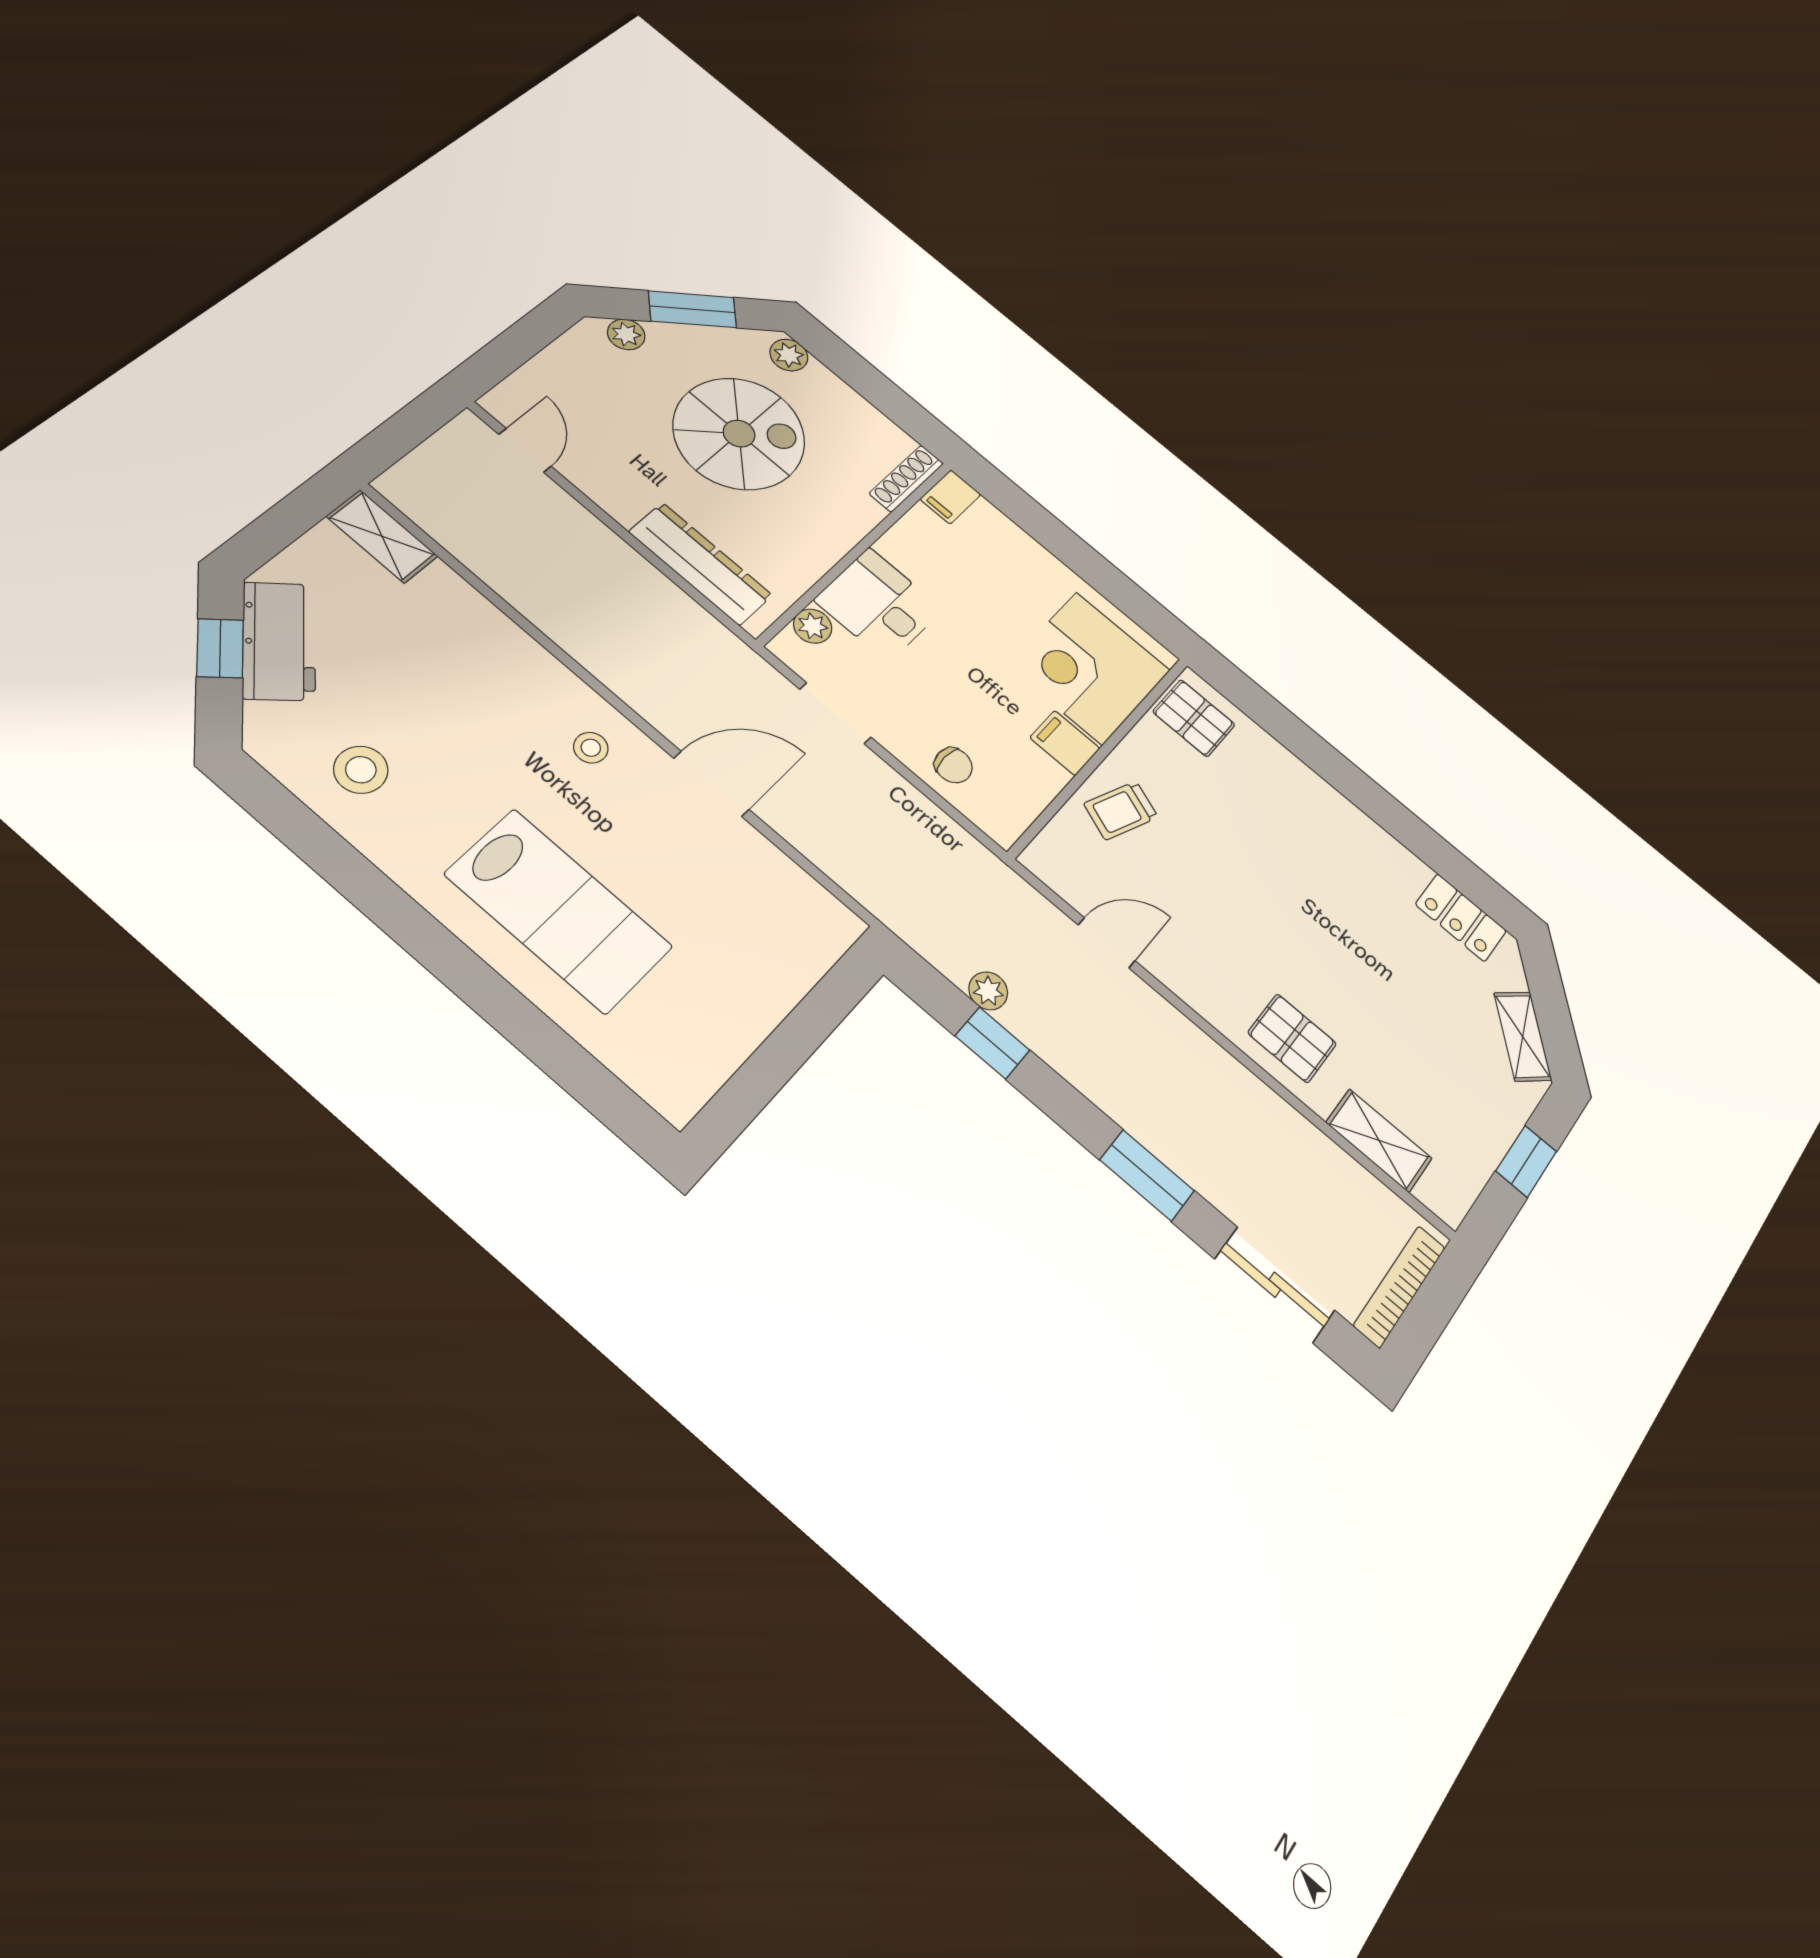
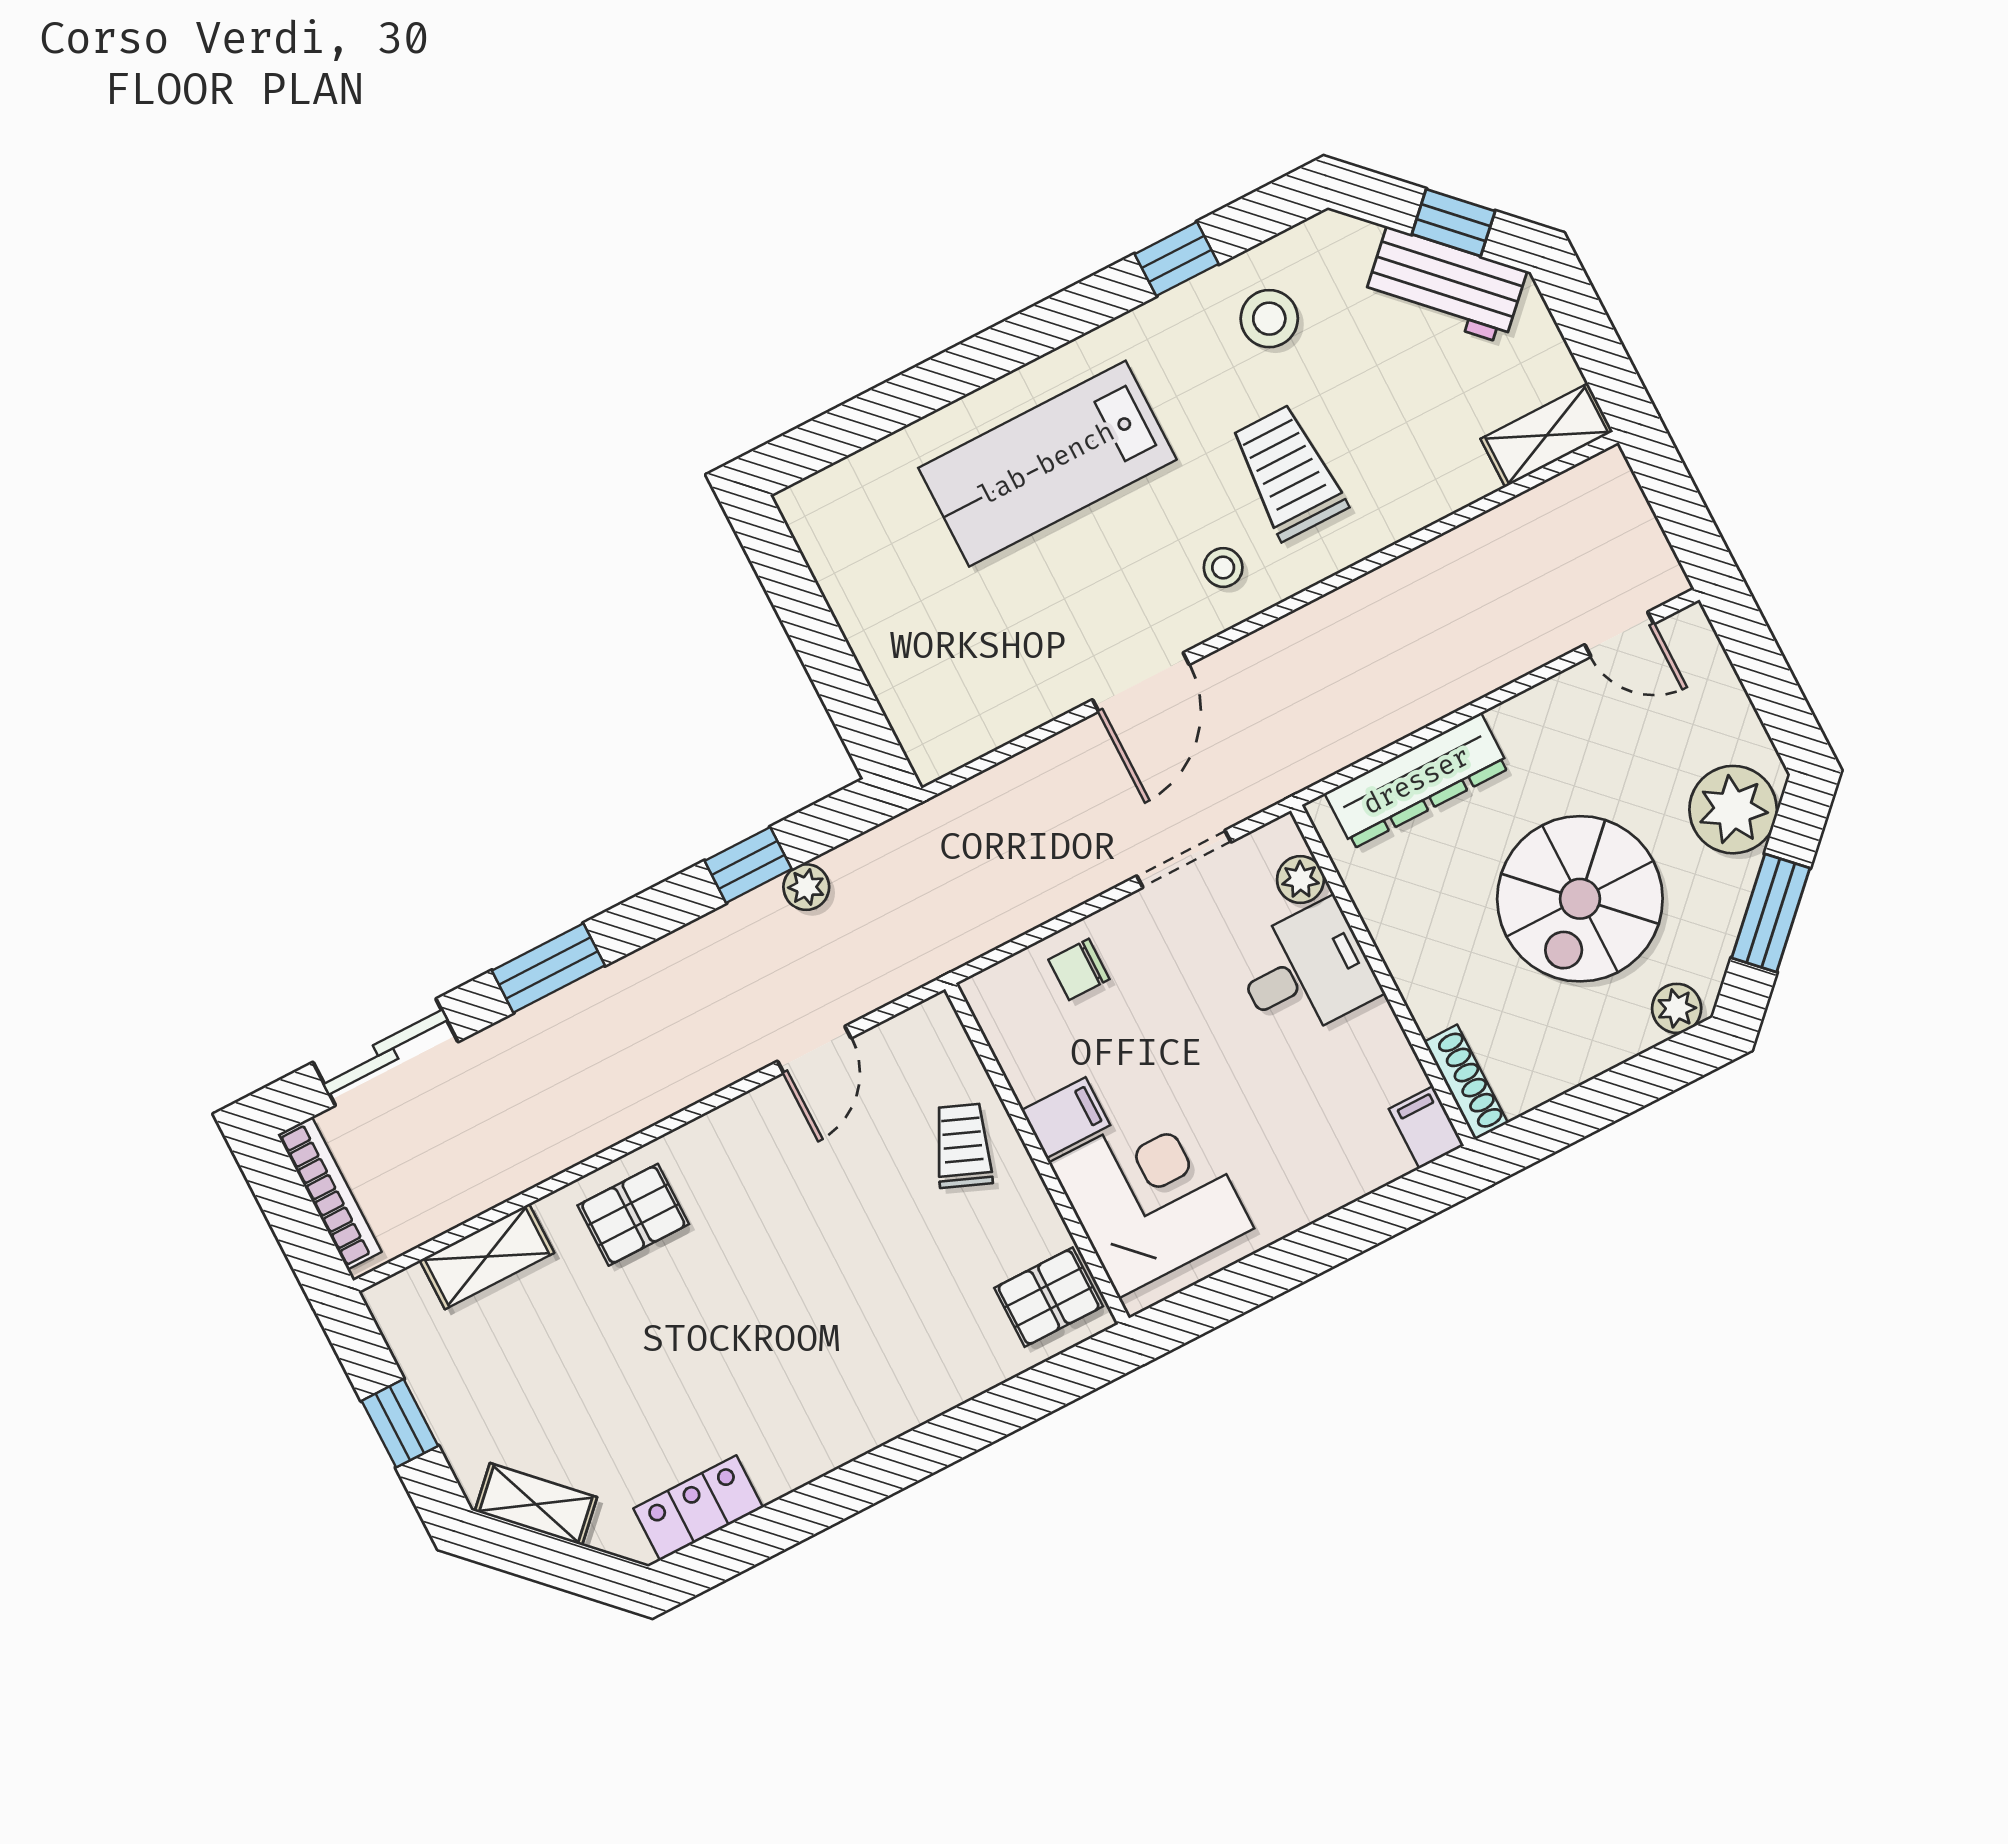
plant: (626, 334) -> (1733, 810), width x1.87, depth x1.87
trolley: (490, 720) -> (1288, 472), added
window: (334, 859) -> (1177, 259), added

